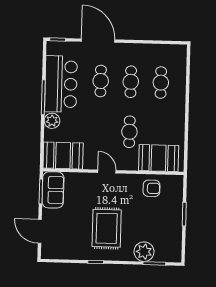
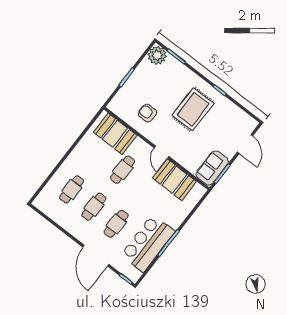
plant: (52, 121) -> (175, 221), removed
booth: (63, 156) -> (175, 180), moved
armchair: (151, 188) -> (147, 113), moved
plant: (144, 252) -> (157, 55), moved

